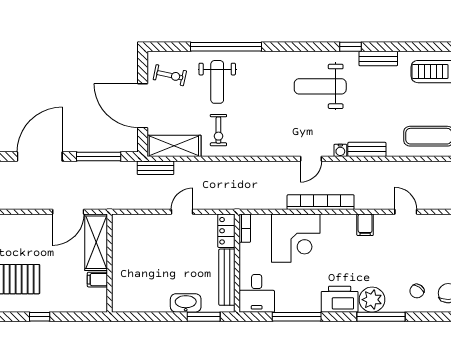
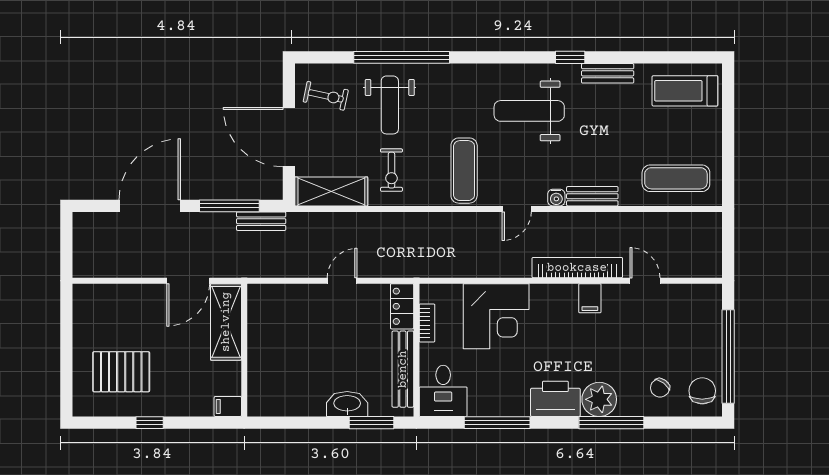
exercise mat: (272, 130) -> (464, 171), added
bench: (156, 168) -> (261, 221), moved
bookcase: (321, 202) -> (577, 268), moved
bookcase: (245, 228) -> (427, 323), moved
filing cabinet: (97, 280) -> (228, 406), moved

